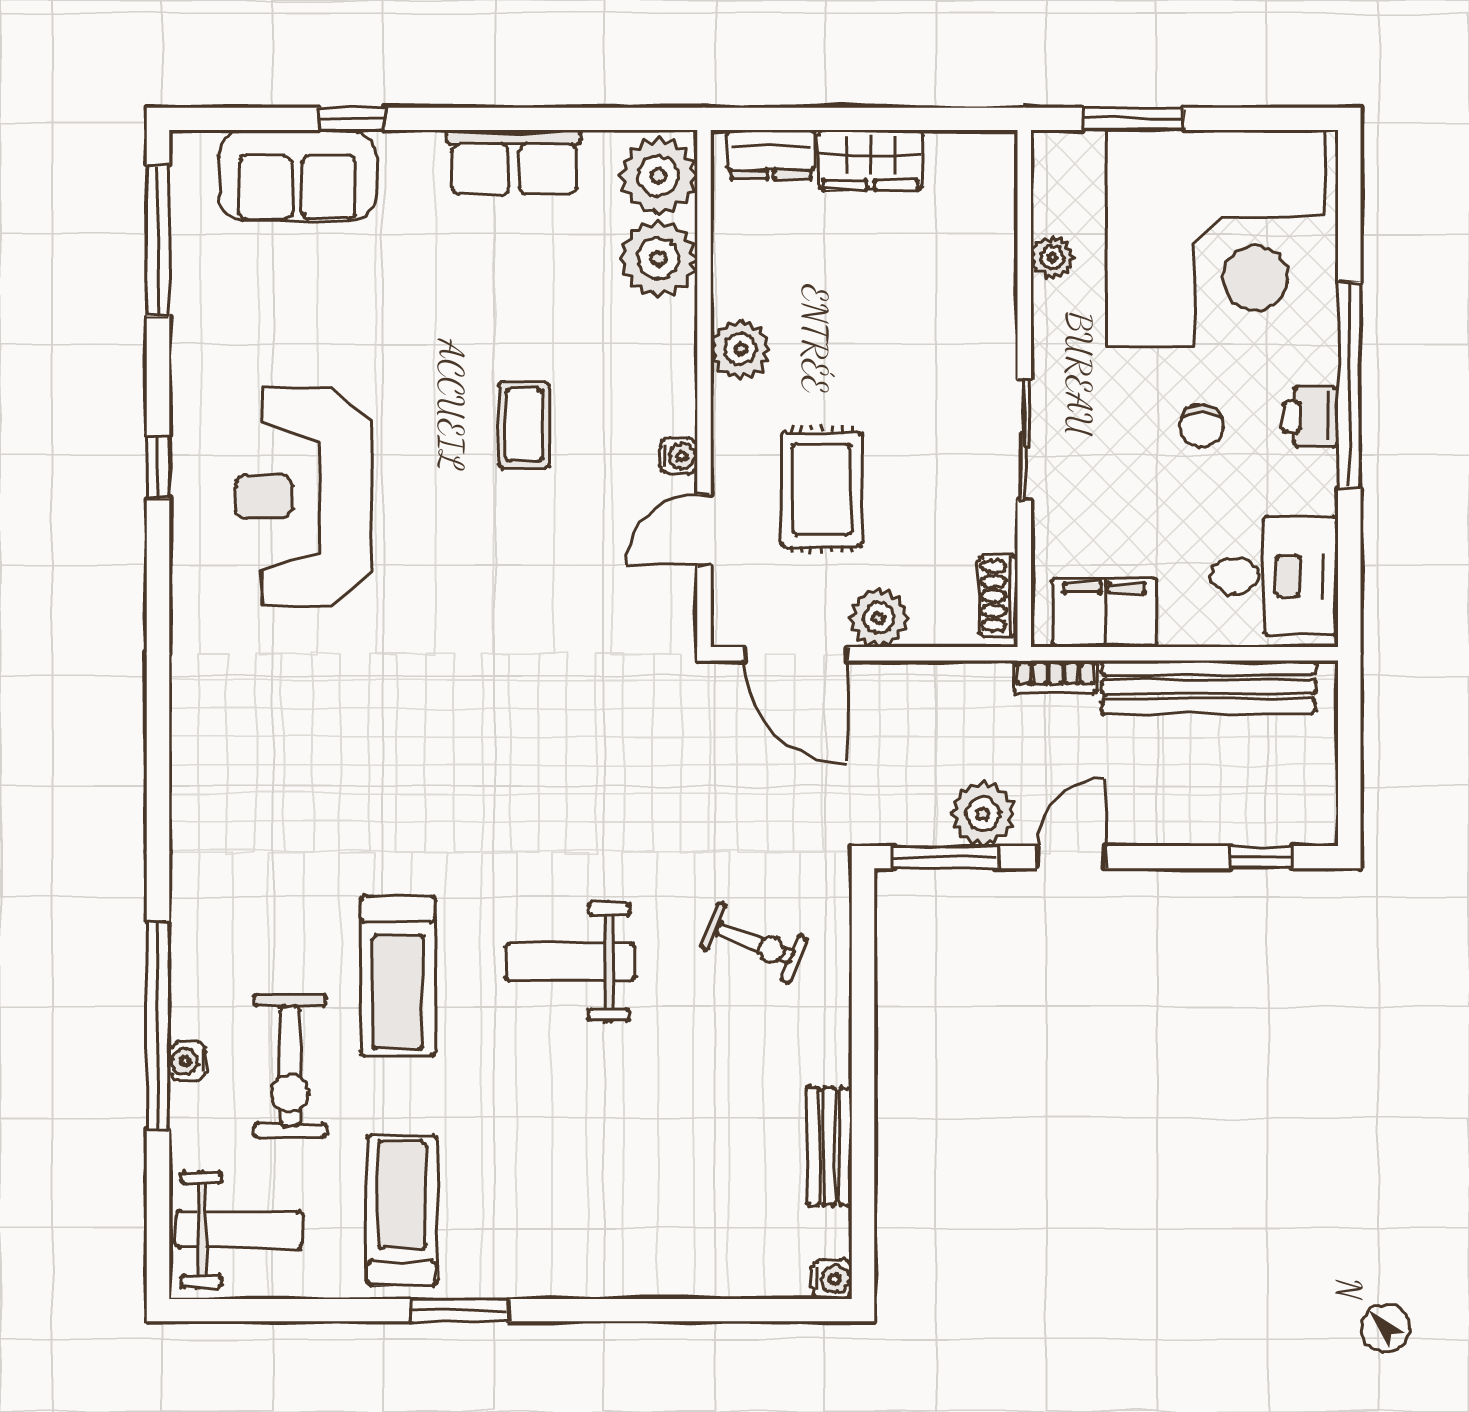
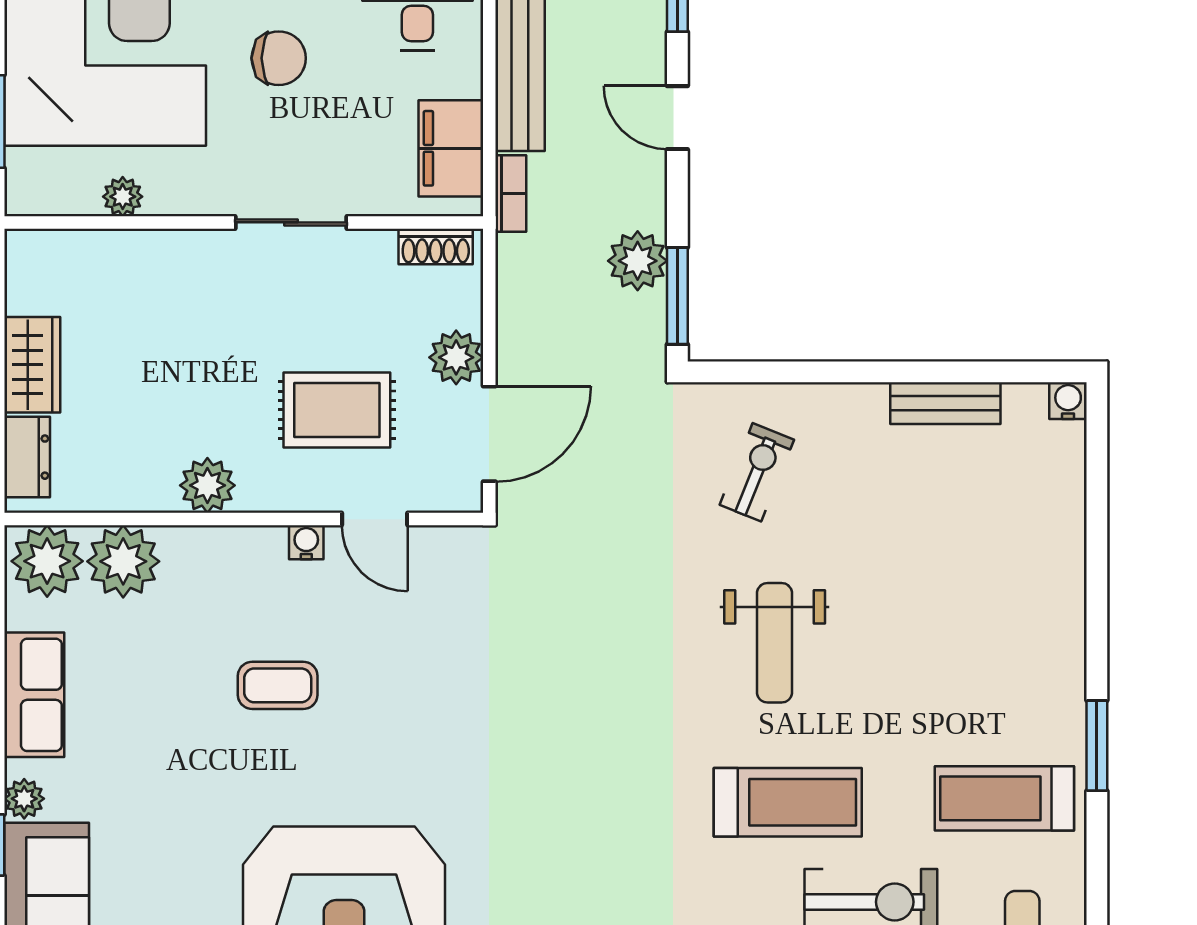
plant: (402, 151) -> (24, 799), added
chair: (1202, 426) -> (279, 58), width x1.37, depth x1.37
door: (1071, 857) -> (677, 118), moved

